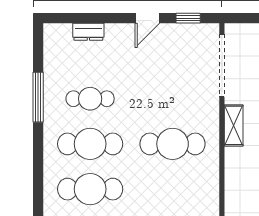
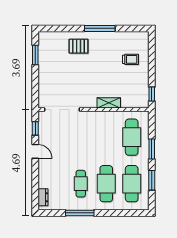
dresser: (88, 32) -> (43, 197), moved
shelving: (234, 125) -> (109, 103), moved
cafe table: (173, 144) -> (132, 137), moved

